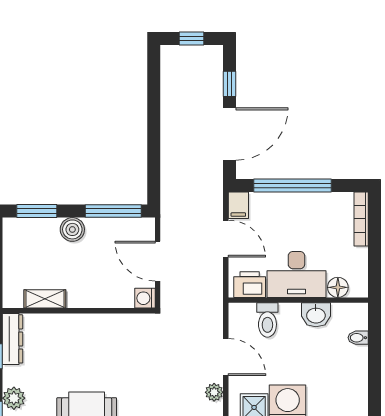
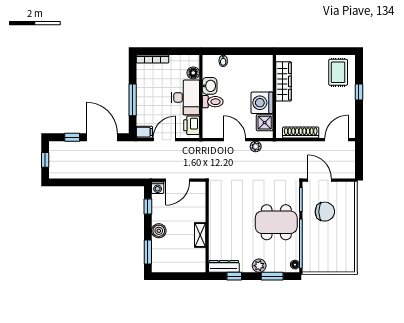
window: (292, 186) -> (133, 100), width x0.68
window: (113, 211) -> (148, 206), width x0.46
washing machine: (145, 298) -> (158, 188), moved
shelving: (45, 299) -> (200, 235), moved
toilet: (267, 320) -> (213, 102), moved
door: (226, 357) -> (235, 140), hinge flipped

